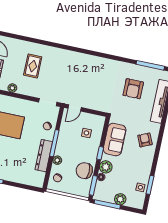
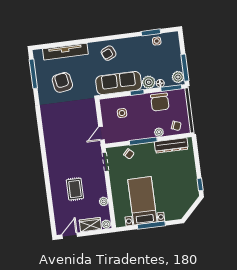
rug: (33, 66) -> (75, 189), turned 90
armchair: (133, 89) -> (62, 82), turned -100
door: (75, 108) -> (102, 133), swing flipped
sofa: (115, 140) -> (119, 83), width x1.36
dresser: (44, 156) -> (171, 145), moved
plant: (120, 199) -> (178, 77), moved

